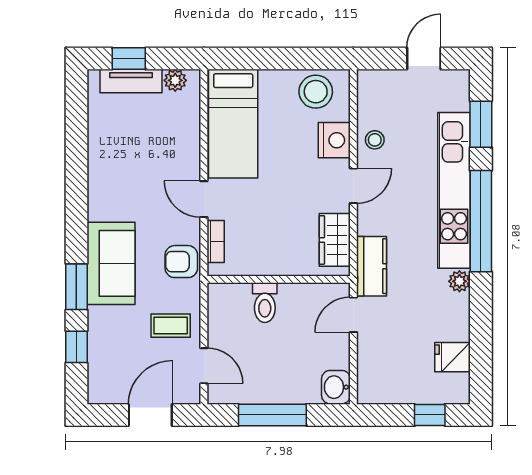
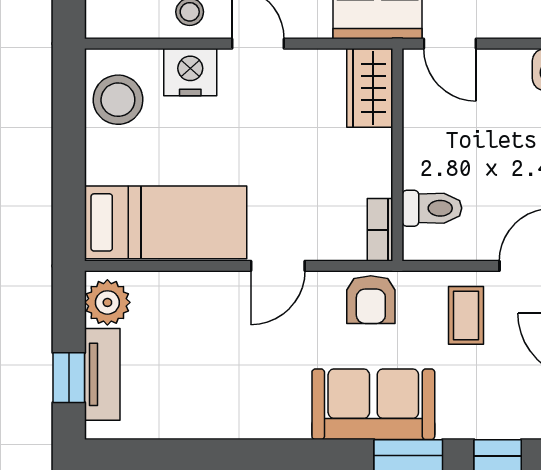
plant: (175, 80) -> (107, 302), width x1.38, depth x1.38
wardrobe: (335, 240) -> (370, 88), moved, turned 90
bookcase: (216, 241) -> (380, 230), moved, turned -90
toilet: (265, 303) -> (432, 208), moved

